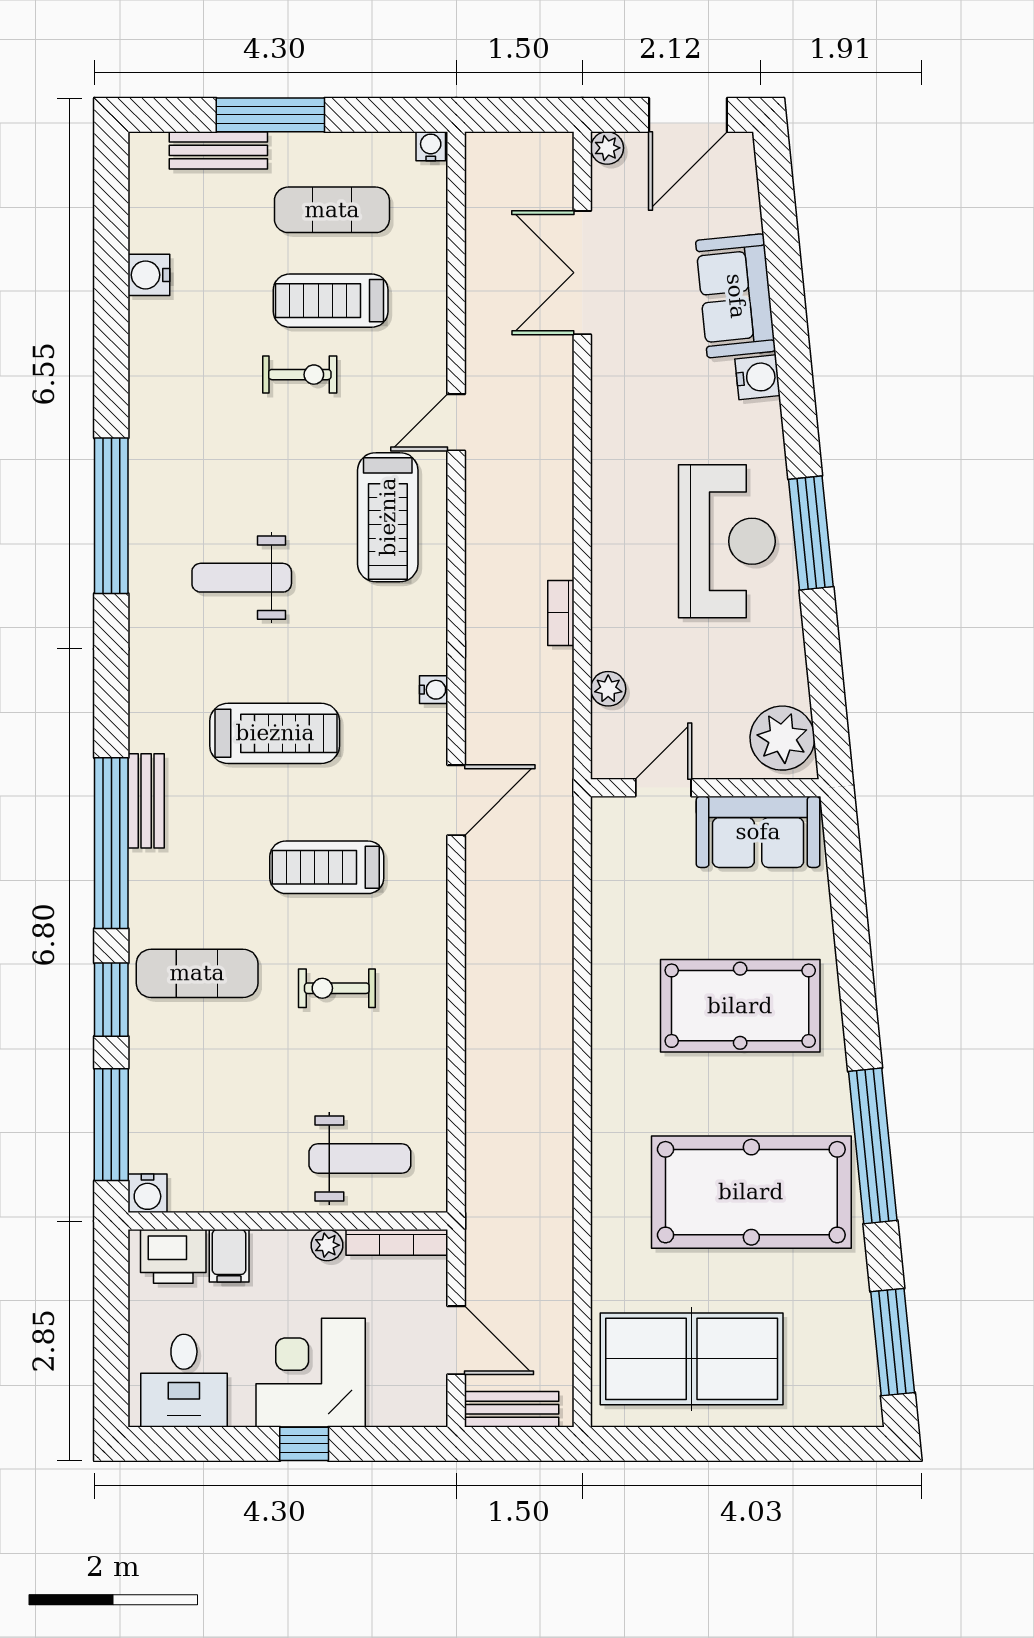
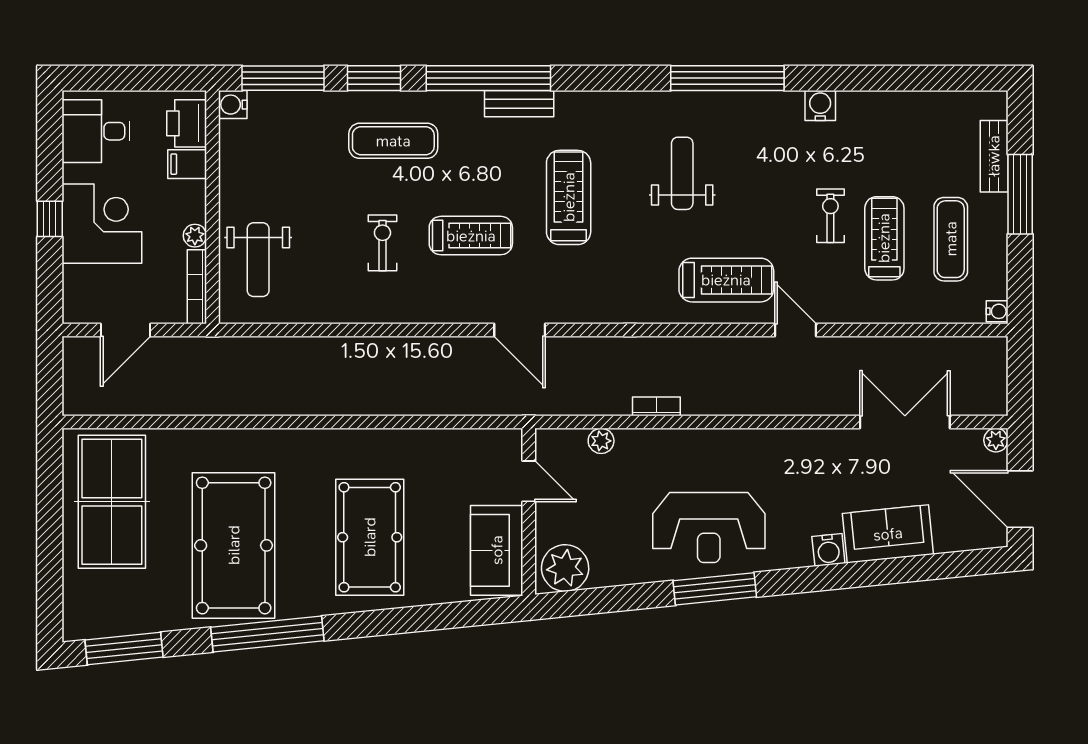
water cooler: (149, 275) -> (820, 106), moved
exercise bike: (300, 375) -> (830, 216), turned 180
treadmill: (388, 517) -> (726, 280), turned 180
water cooler: (434, 690) -> (600, 314), removed
treadmill: (275, 733) -> (569, 197), turned 180
treadmill: (327, 867) -> (471, 236), turned 90
exercise mat: (197, 973) -> (393, 141), turned 90
bench: (512, 1409) -> (75, 371), removed

